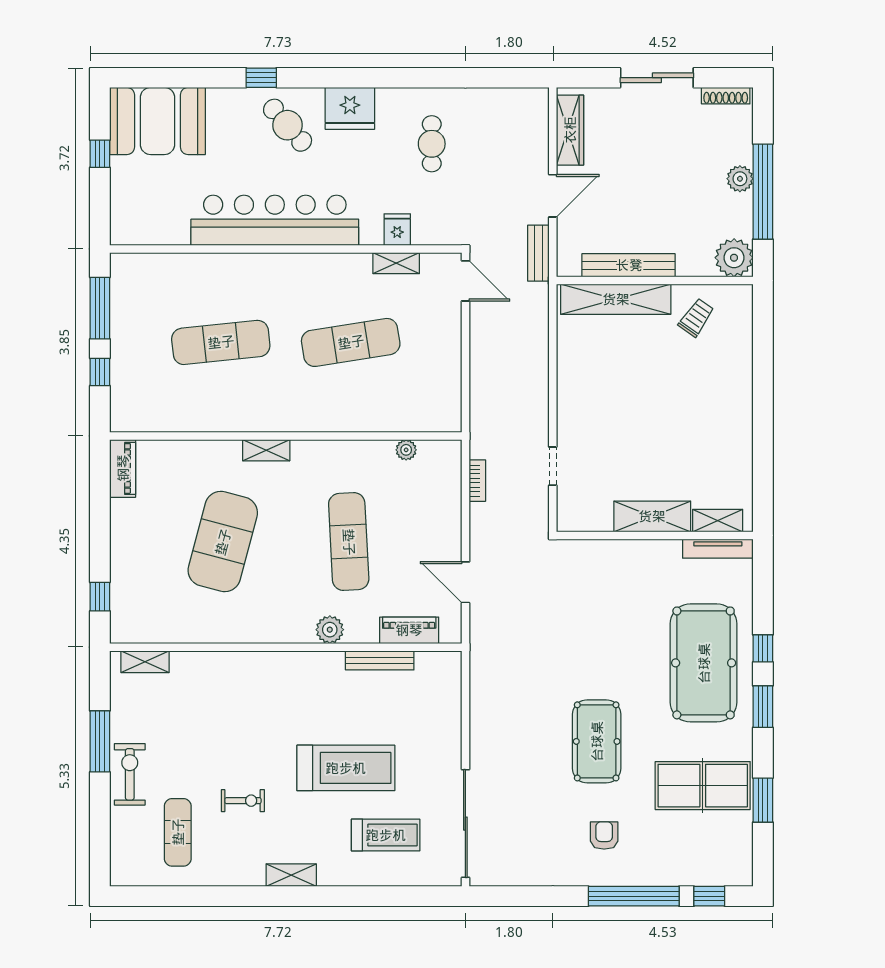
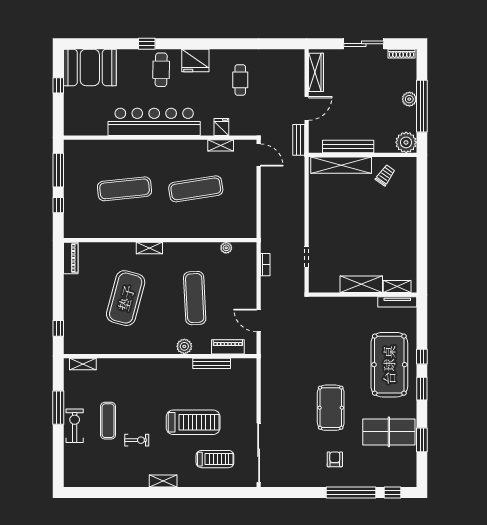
cafe table: (288, 125) -> (161, 70), turned 42
exercise mat: (178, 832) -> (108, 421), moved

